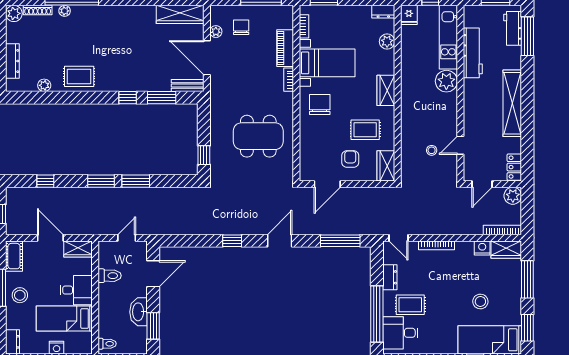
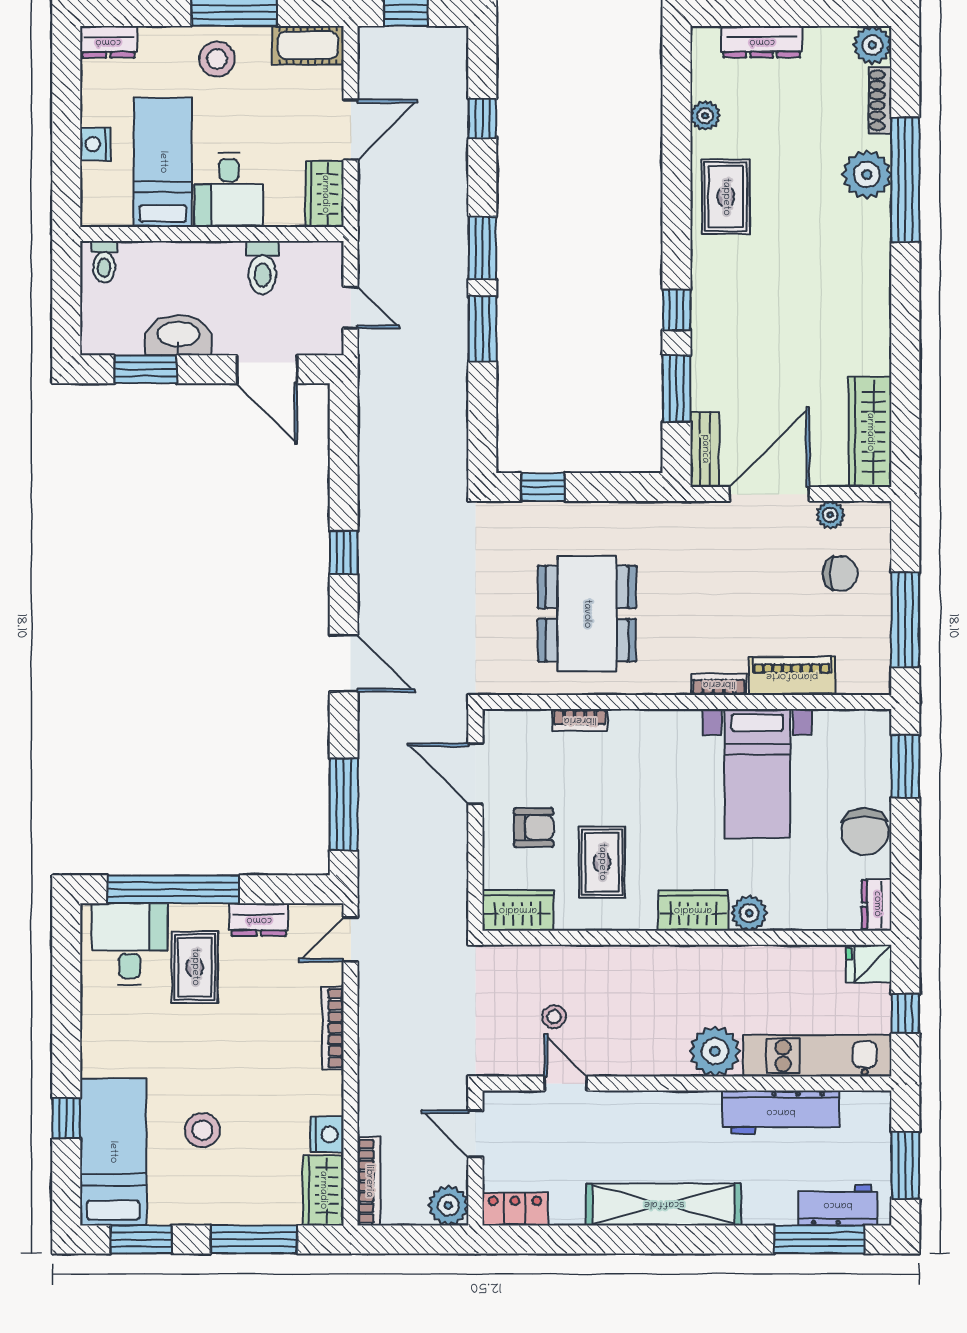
plant: (65, 11) -> (867, 175), width x1.88, depth x1.88
bookcase: (304, 26) -> (580, 720), moved
plant: (387, 41) -> (749, 913), moved
chair: (320, 105) -> (865, 831), moved, turned 90

